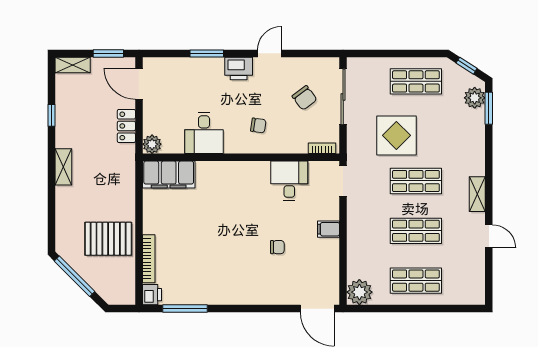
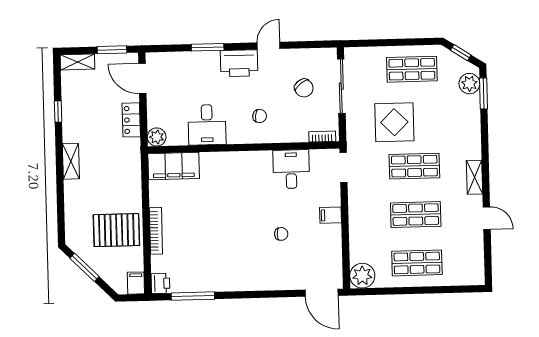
printer: (239, 68) -> (239, 63), width x1.37, depth x1.19
bookcase: (149, 259) -> (156, 231), moved
window: (74, 276) -> (85, 267), width x0.69
filing cabinet: (127, 294) -> (136, 283), added

